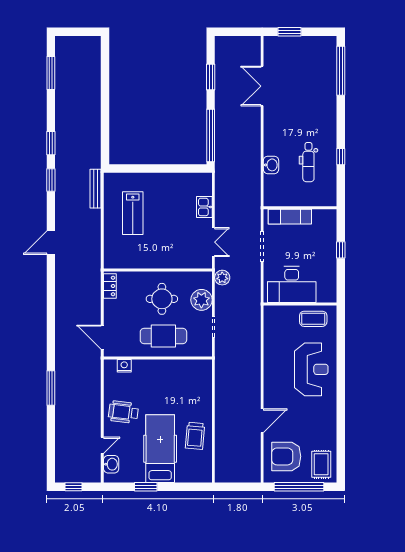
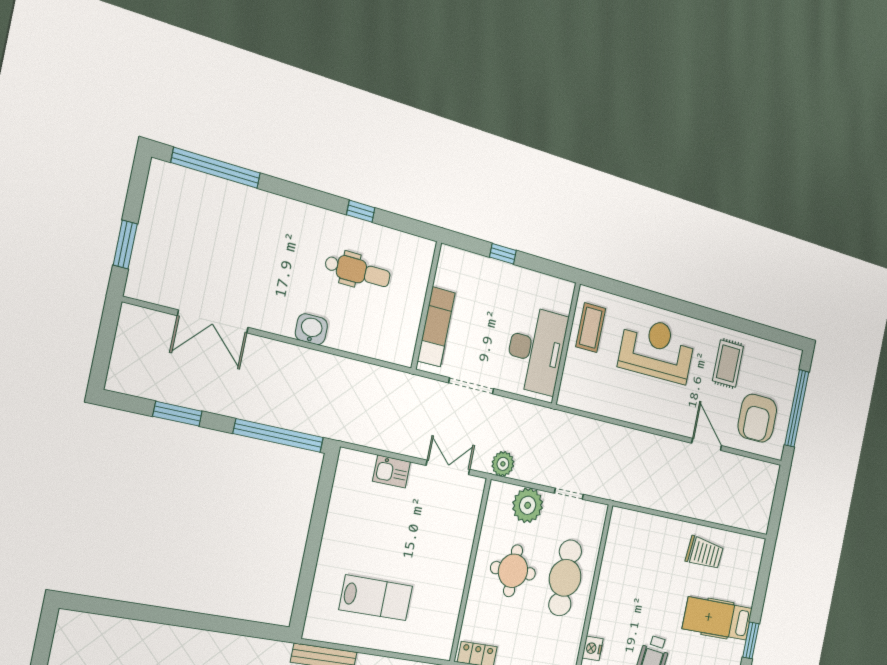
washbasin: (271, 165) -> (311, 329), moved
hospital bed: (160, 449) -> (717, 619), width x0.73, depth x0.78
rug: (321, 464) -> (728, 364), moved, turned 90

